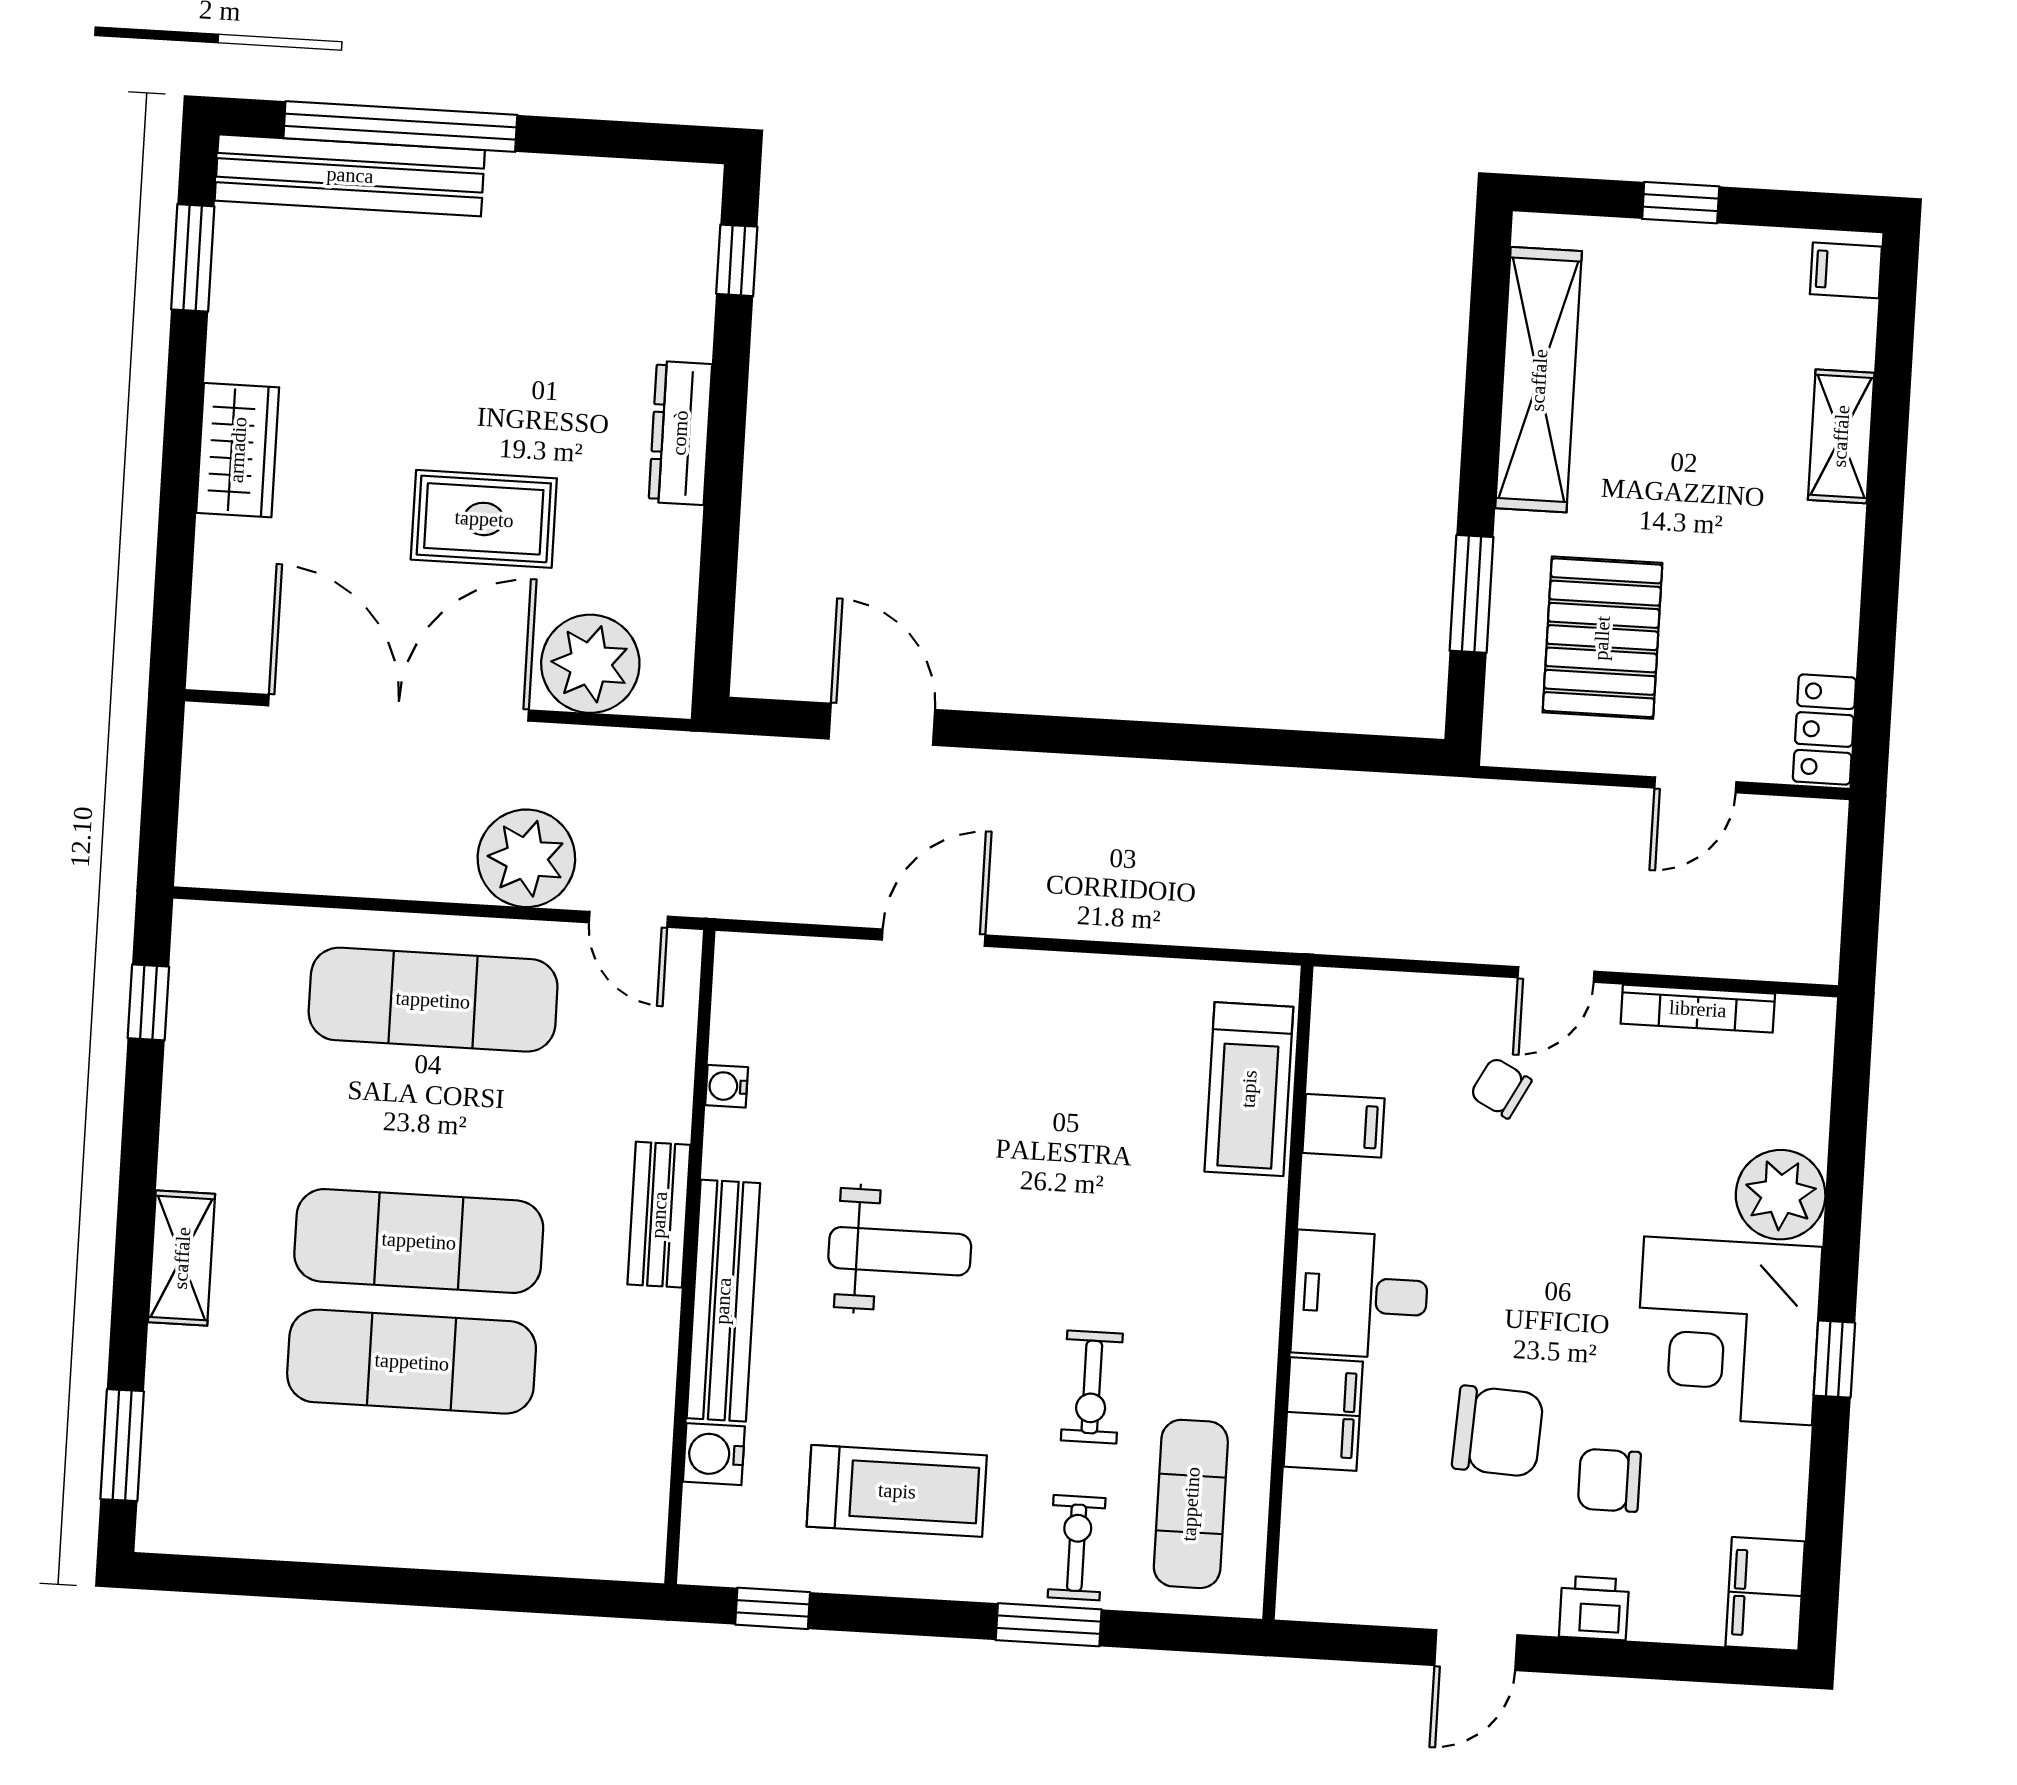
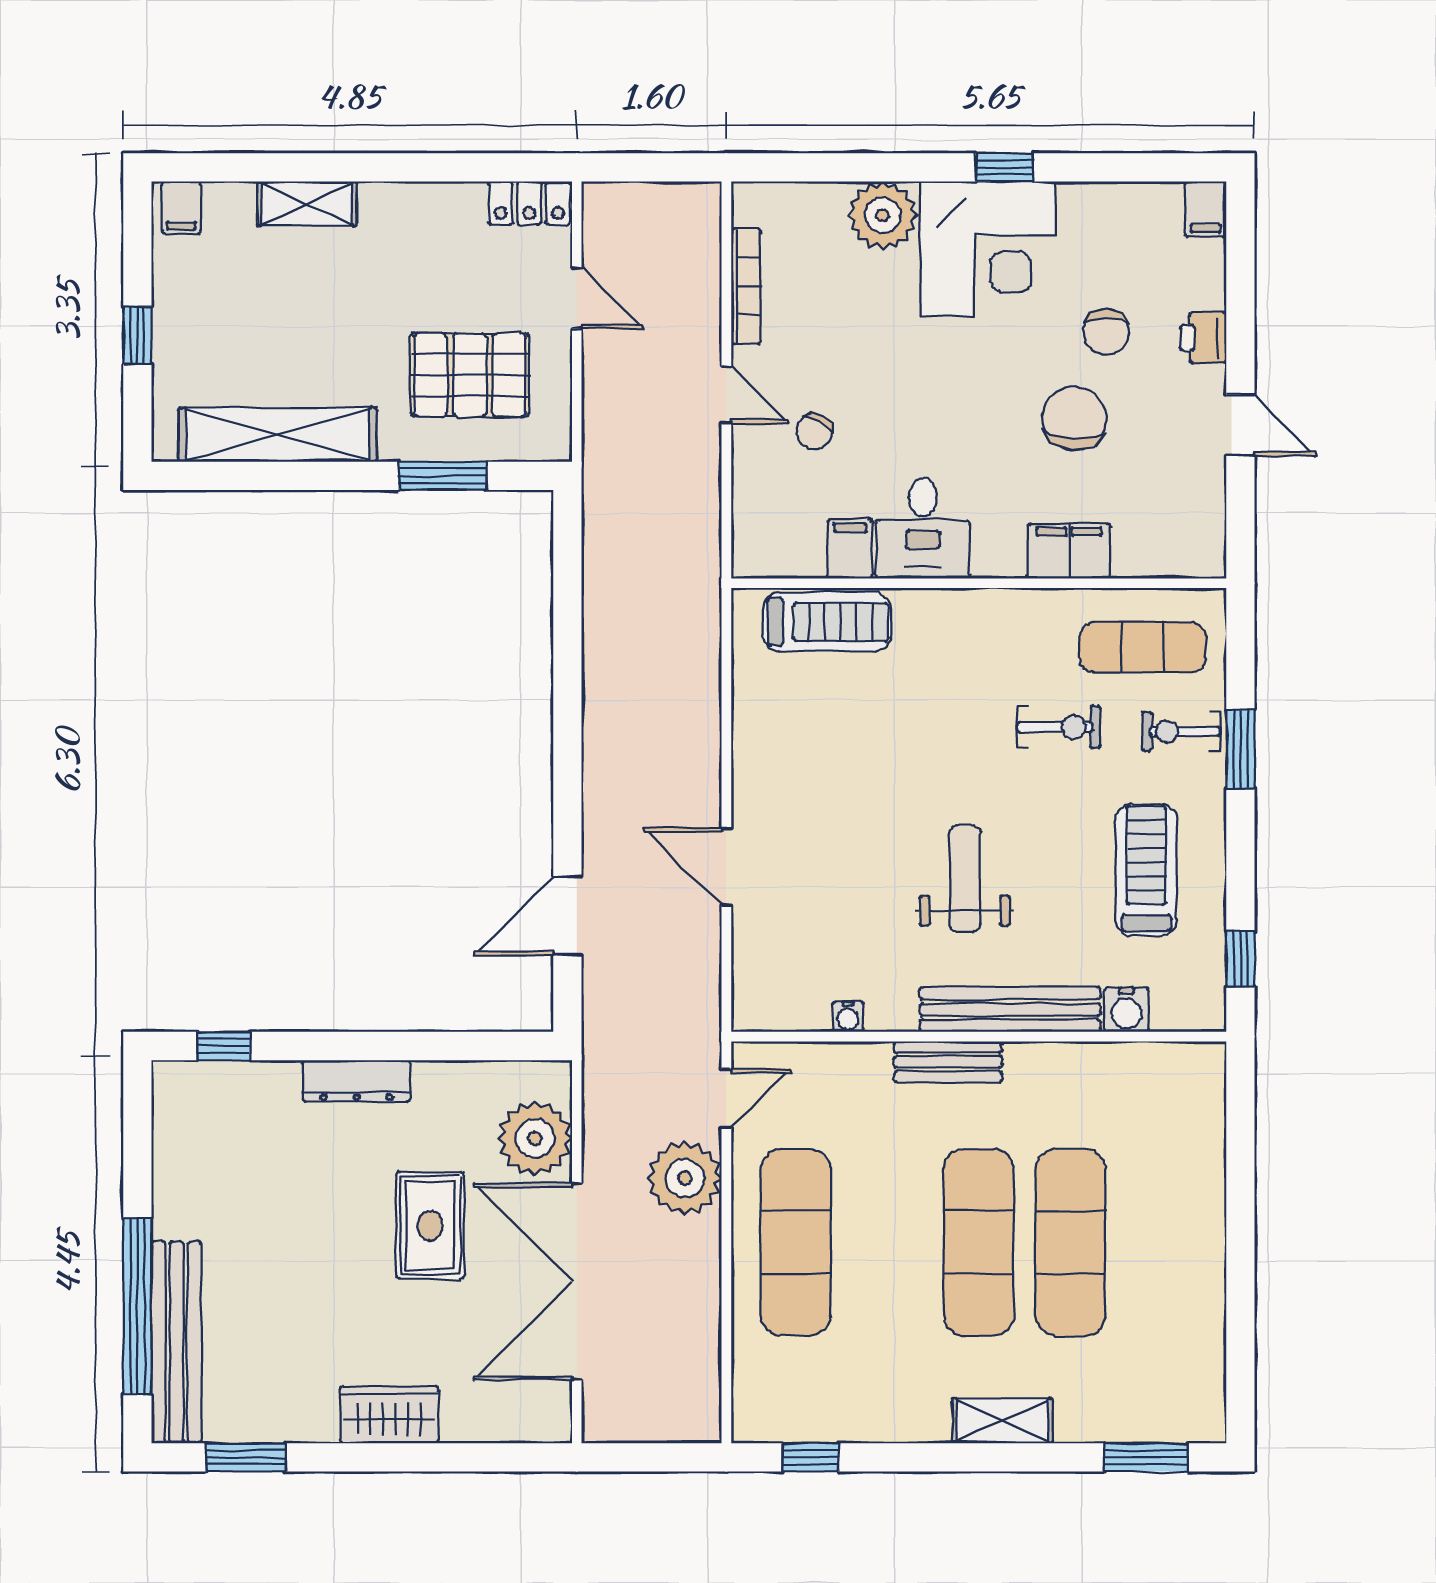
desk: (1360, 1295) -> (923, 528), moved
filing cabinet: (1765, 1594) -> (1206, 209), width x0.50

